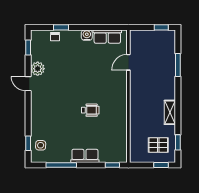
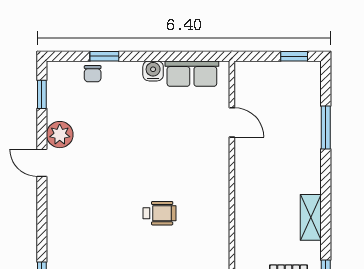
door: (128, 62) -> (232, 122), swing flipped

